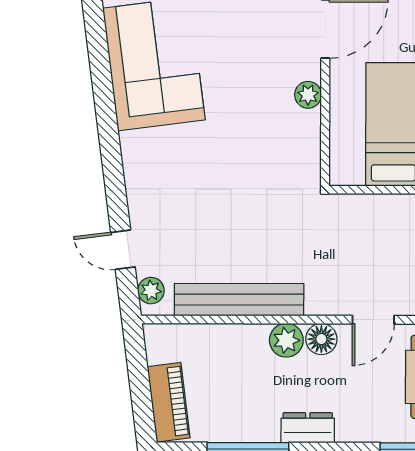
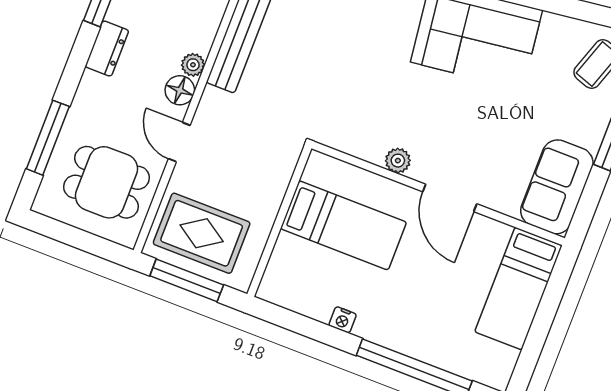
plant: (286, 340) -> (193, 65), width x0.73, depth x0.73

